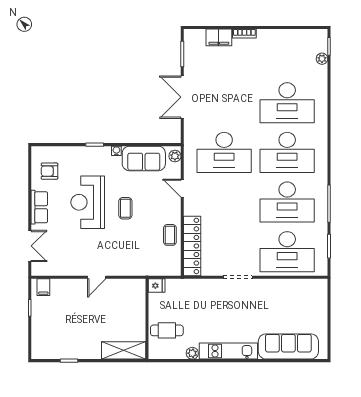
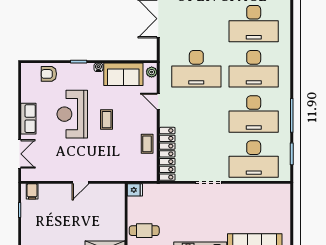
armchair: (49, 171) -> (49, 74), moved

